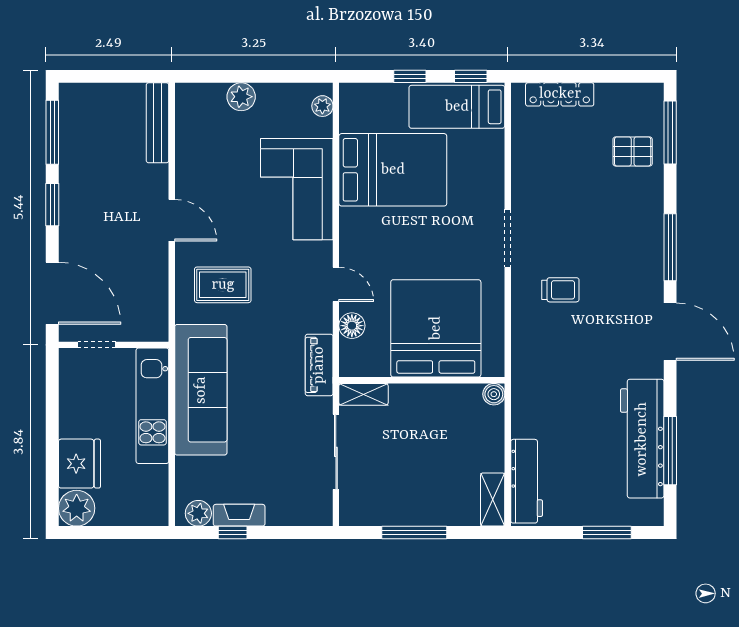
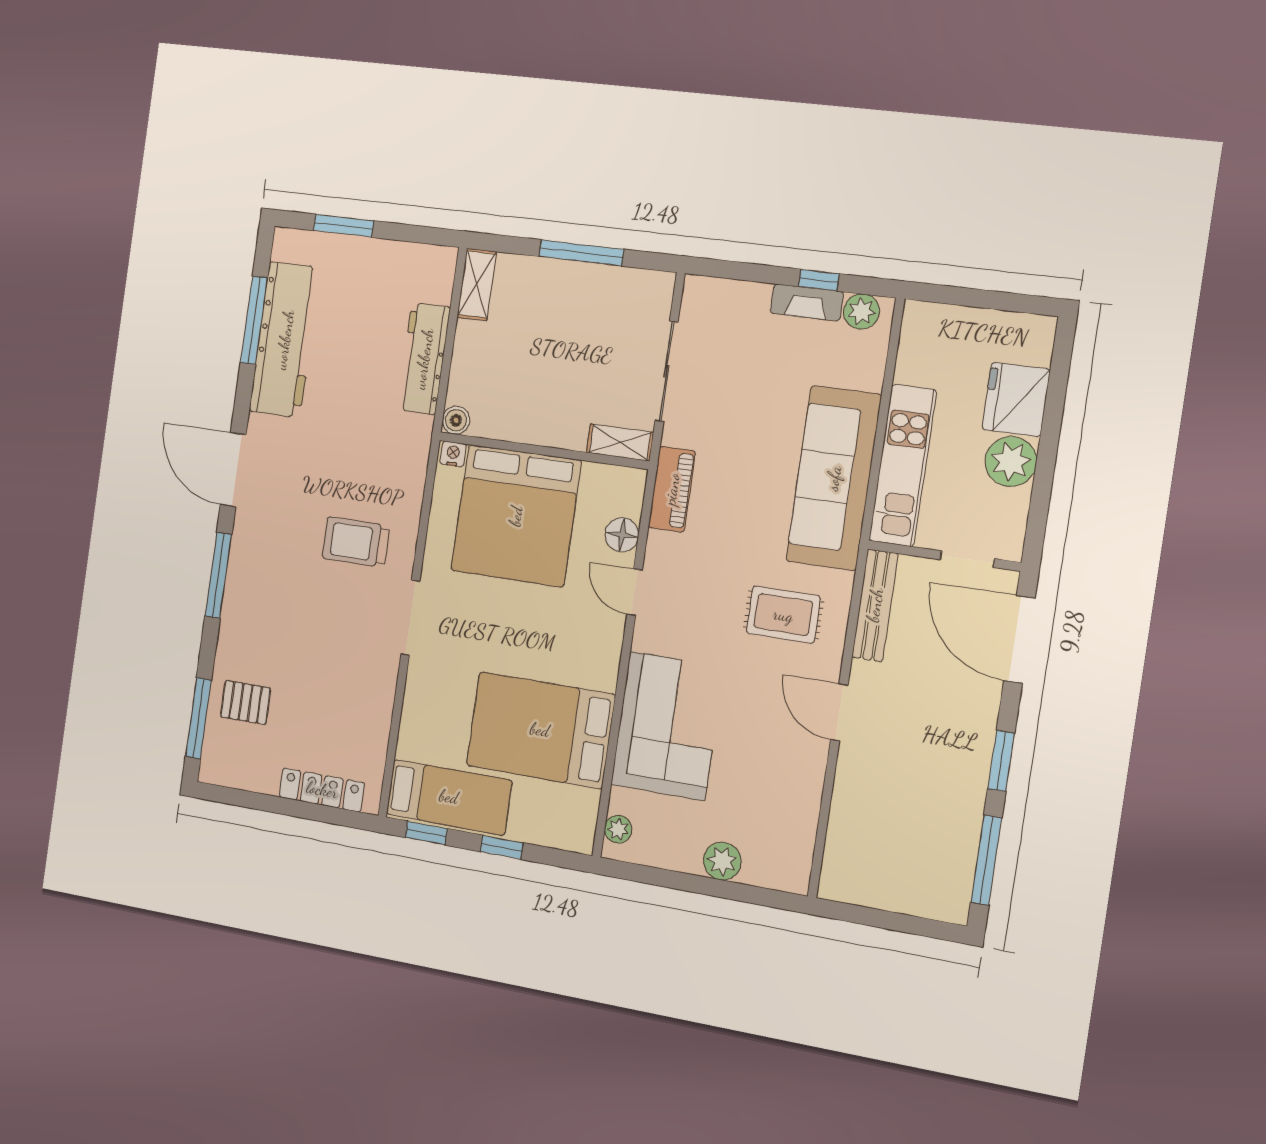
bench: (158, 123) -> (875, 605), moved
trolley: (560, 290) -> (356, 542), width x1.36, depth x1.39
nightstand: (492, 368) -> (453, 454), added
workbench: (527, 481) -> (424, 359), moved
plant: (77, 508) -> (1011, 461), moved

